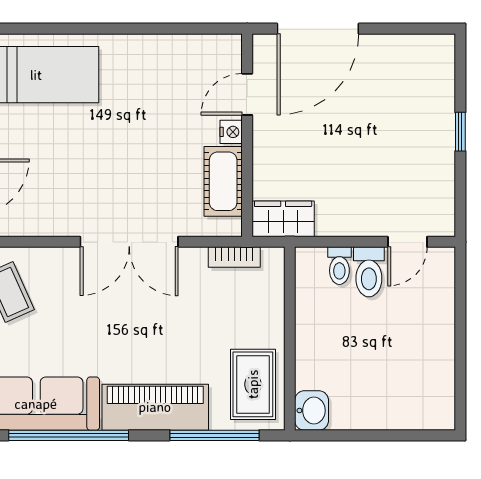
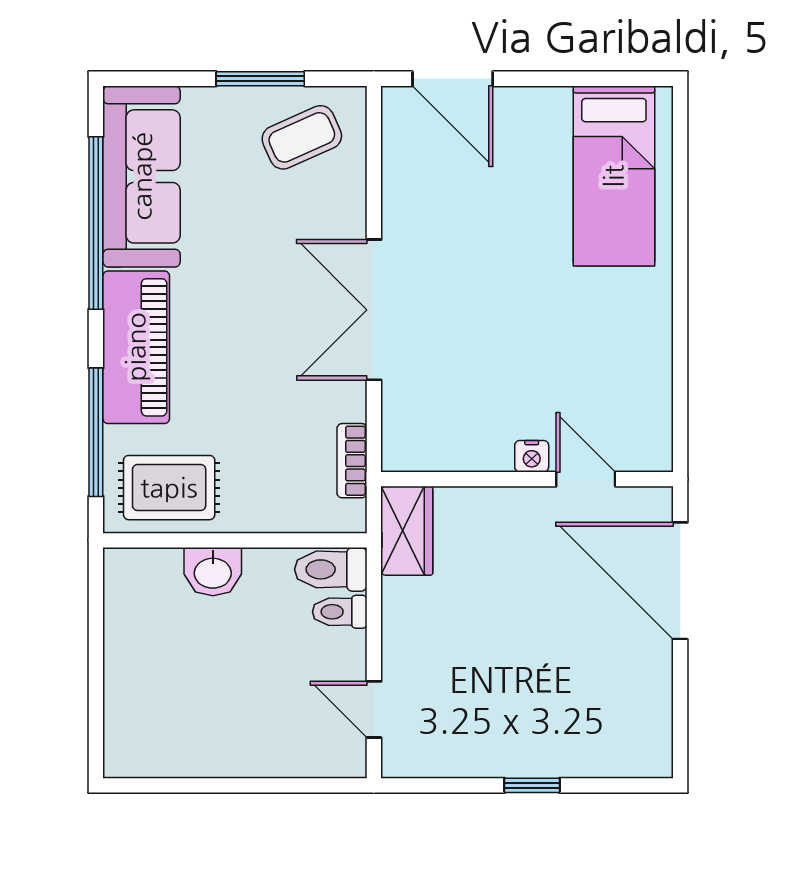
cot: (223, 181) -> (461, 445), removed
toilet: (369, 272) -> (331, 569), moved
washbasin: (312, 411) -> (213, 572), moved

